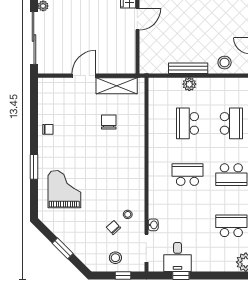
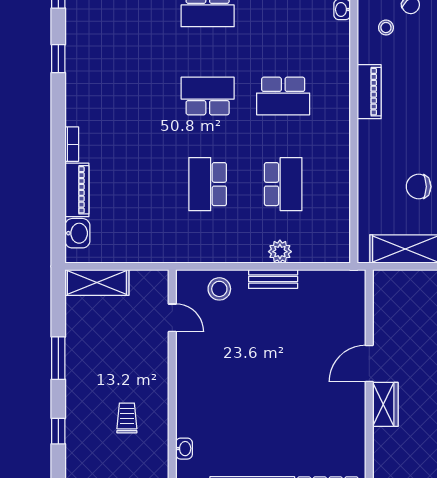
bench: (188, 68) -> (273, 279), width x0.73
chair: (109, 122) -> (419, 187), turned 90
piano: (138, 177) -> (369, 92), added

